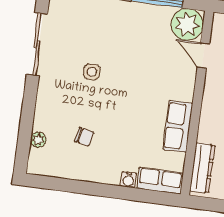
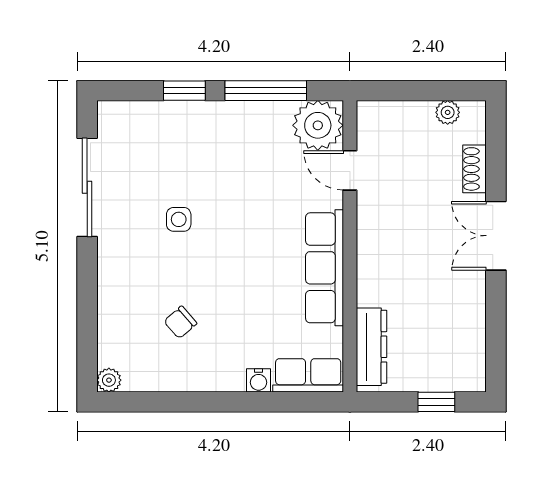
row of seats: (178, 126) -> (325, 268), width x1.48
chair: (84, 137) -> (180, 322), turned 128
plant: (38, 140) -> (109, 380), moved

